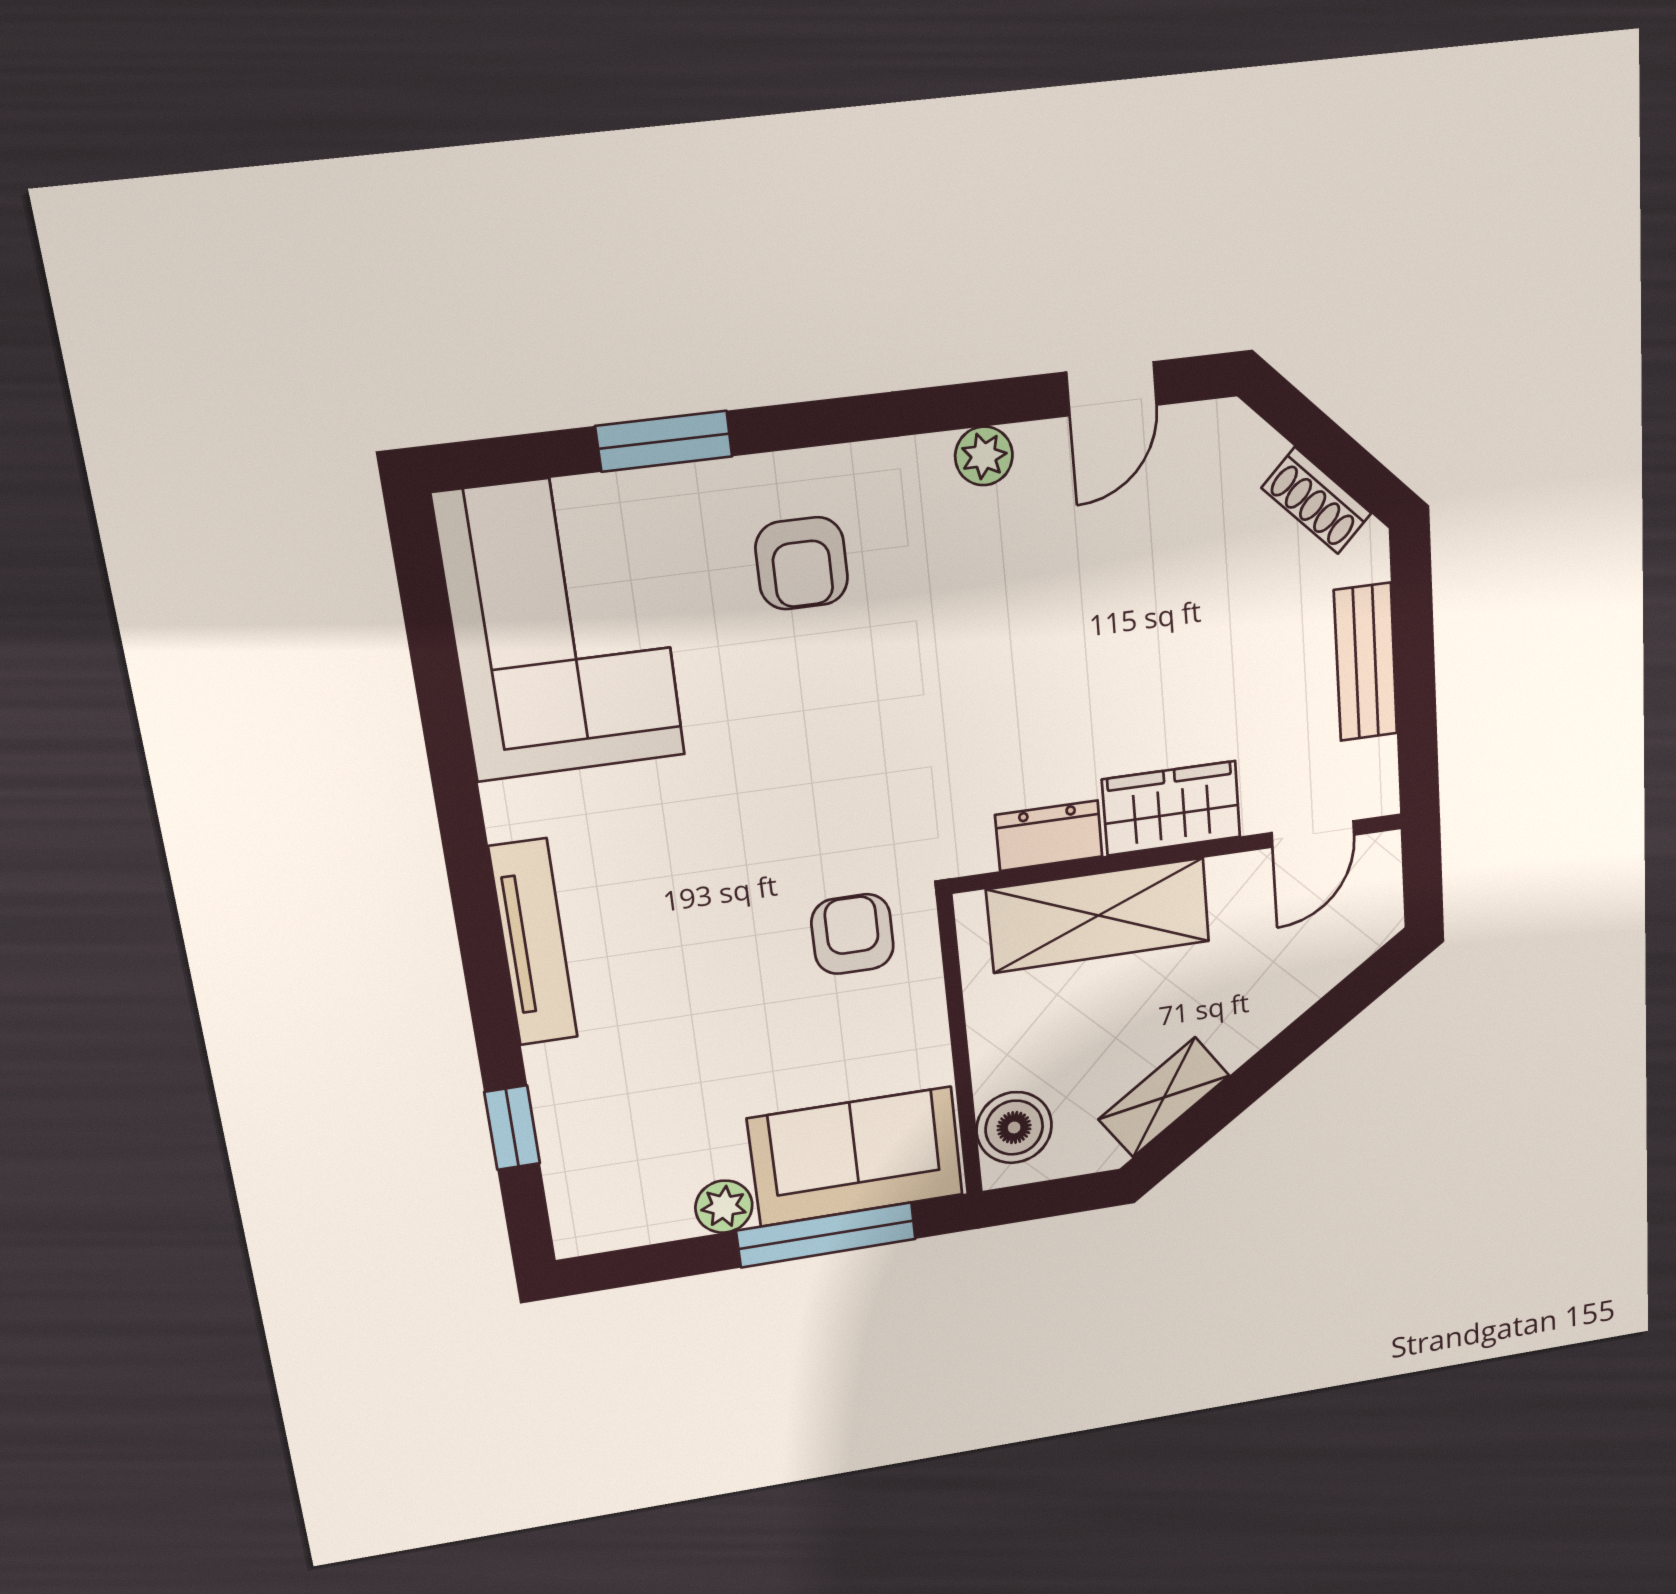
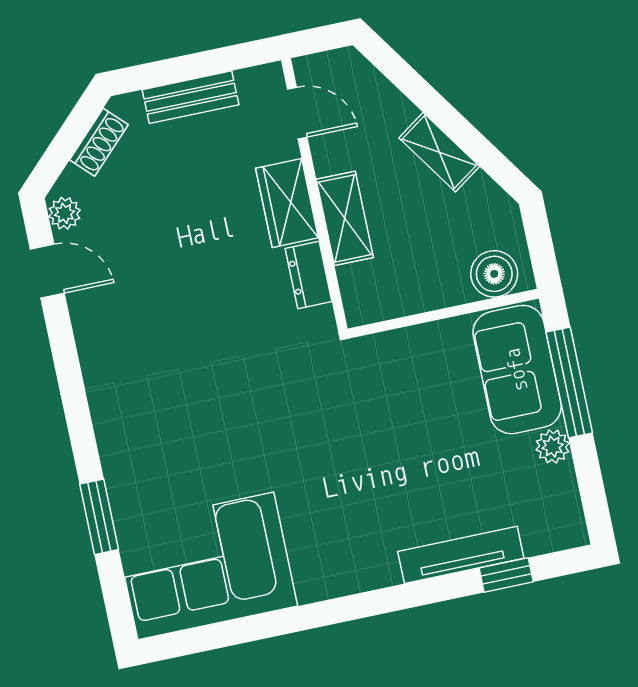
plant: (984, 456) -> (65, 213), moved
armchair: (802, 563) -> (160, 435), removed
shelving: (1098, 915) -> (345, 218), width x0.67, depth x0.75
armchair: (852, 934) -> (376, 385), removed
tv unit: (533, 943) -> (461, 555), moved
shelving: (1164, 1097) -> (439, 152), moved

